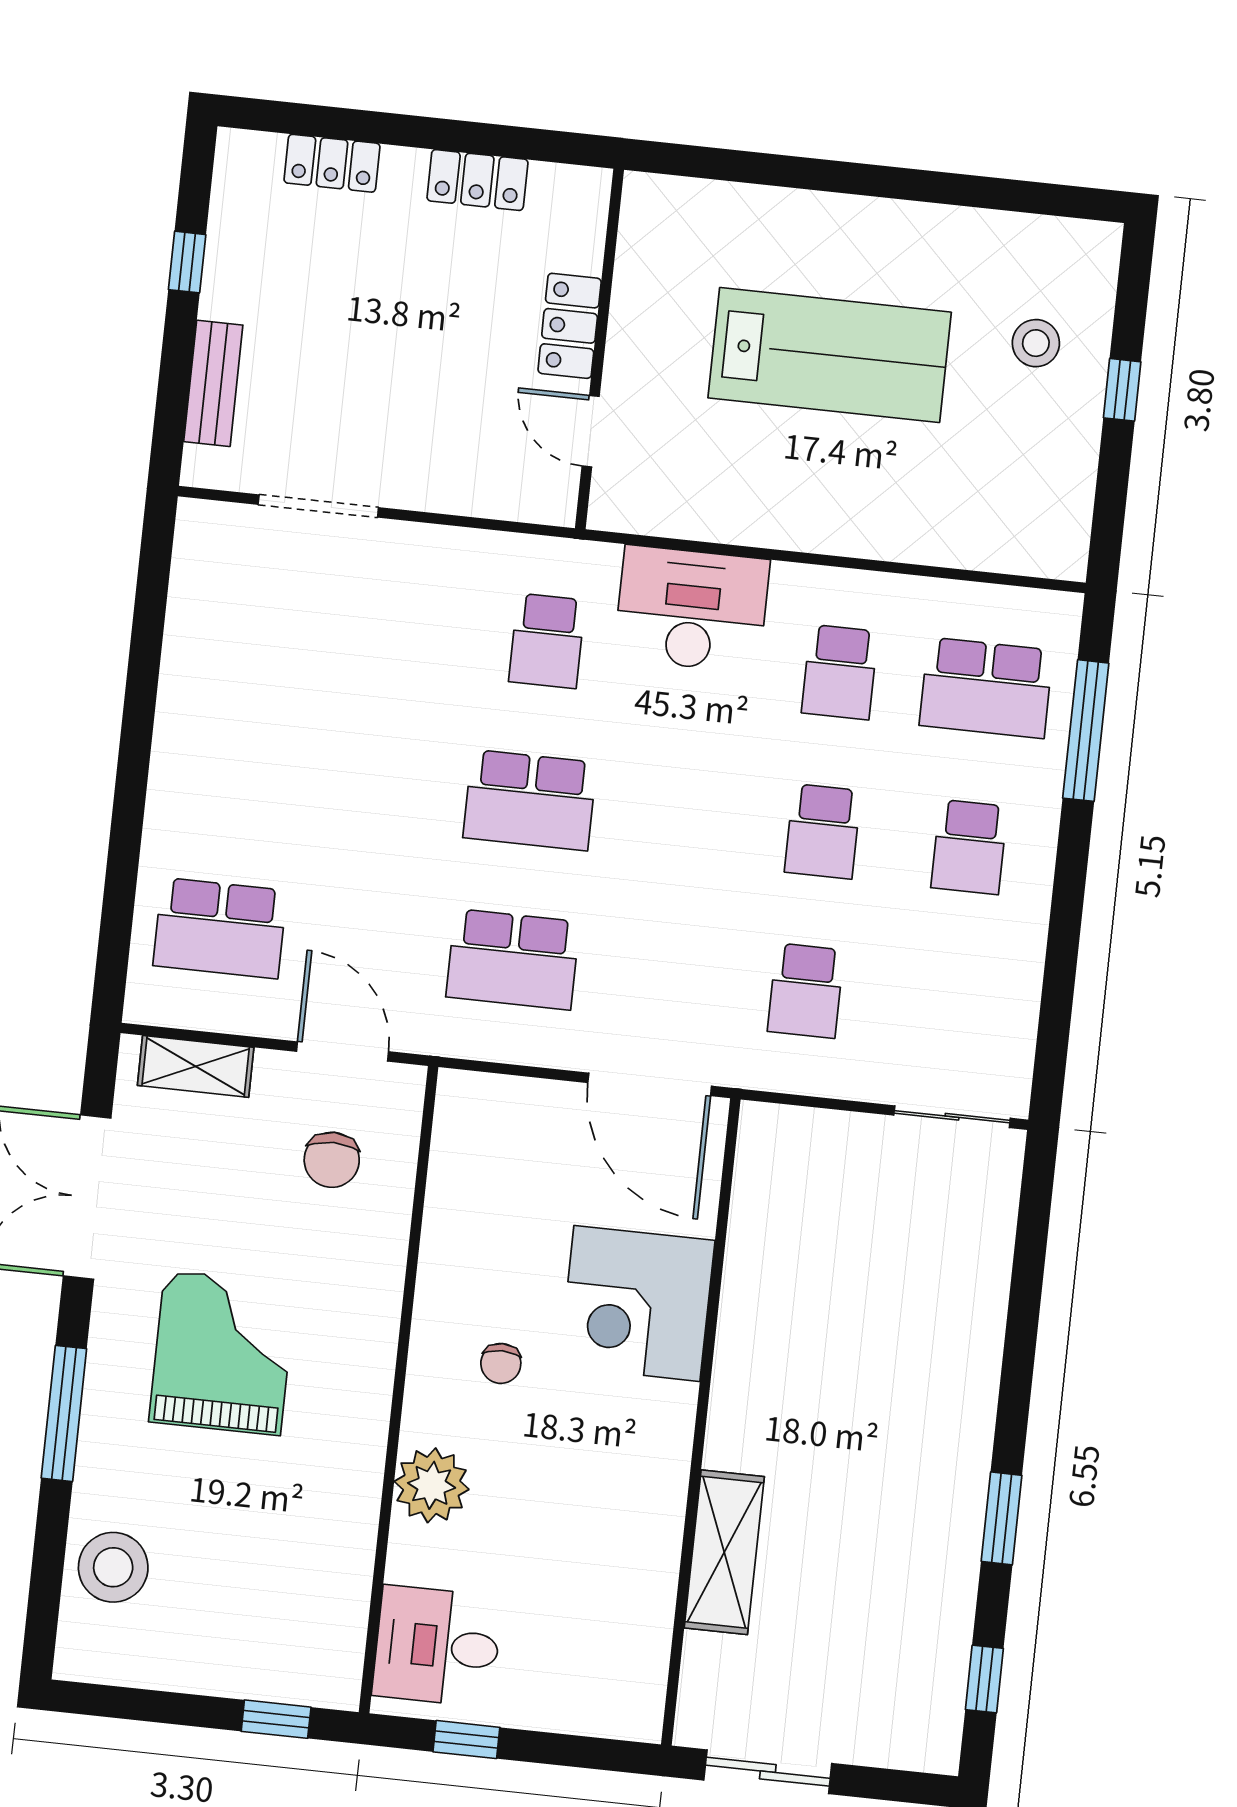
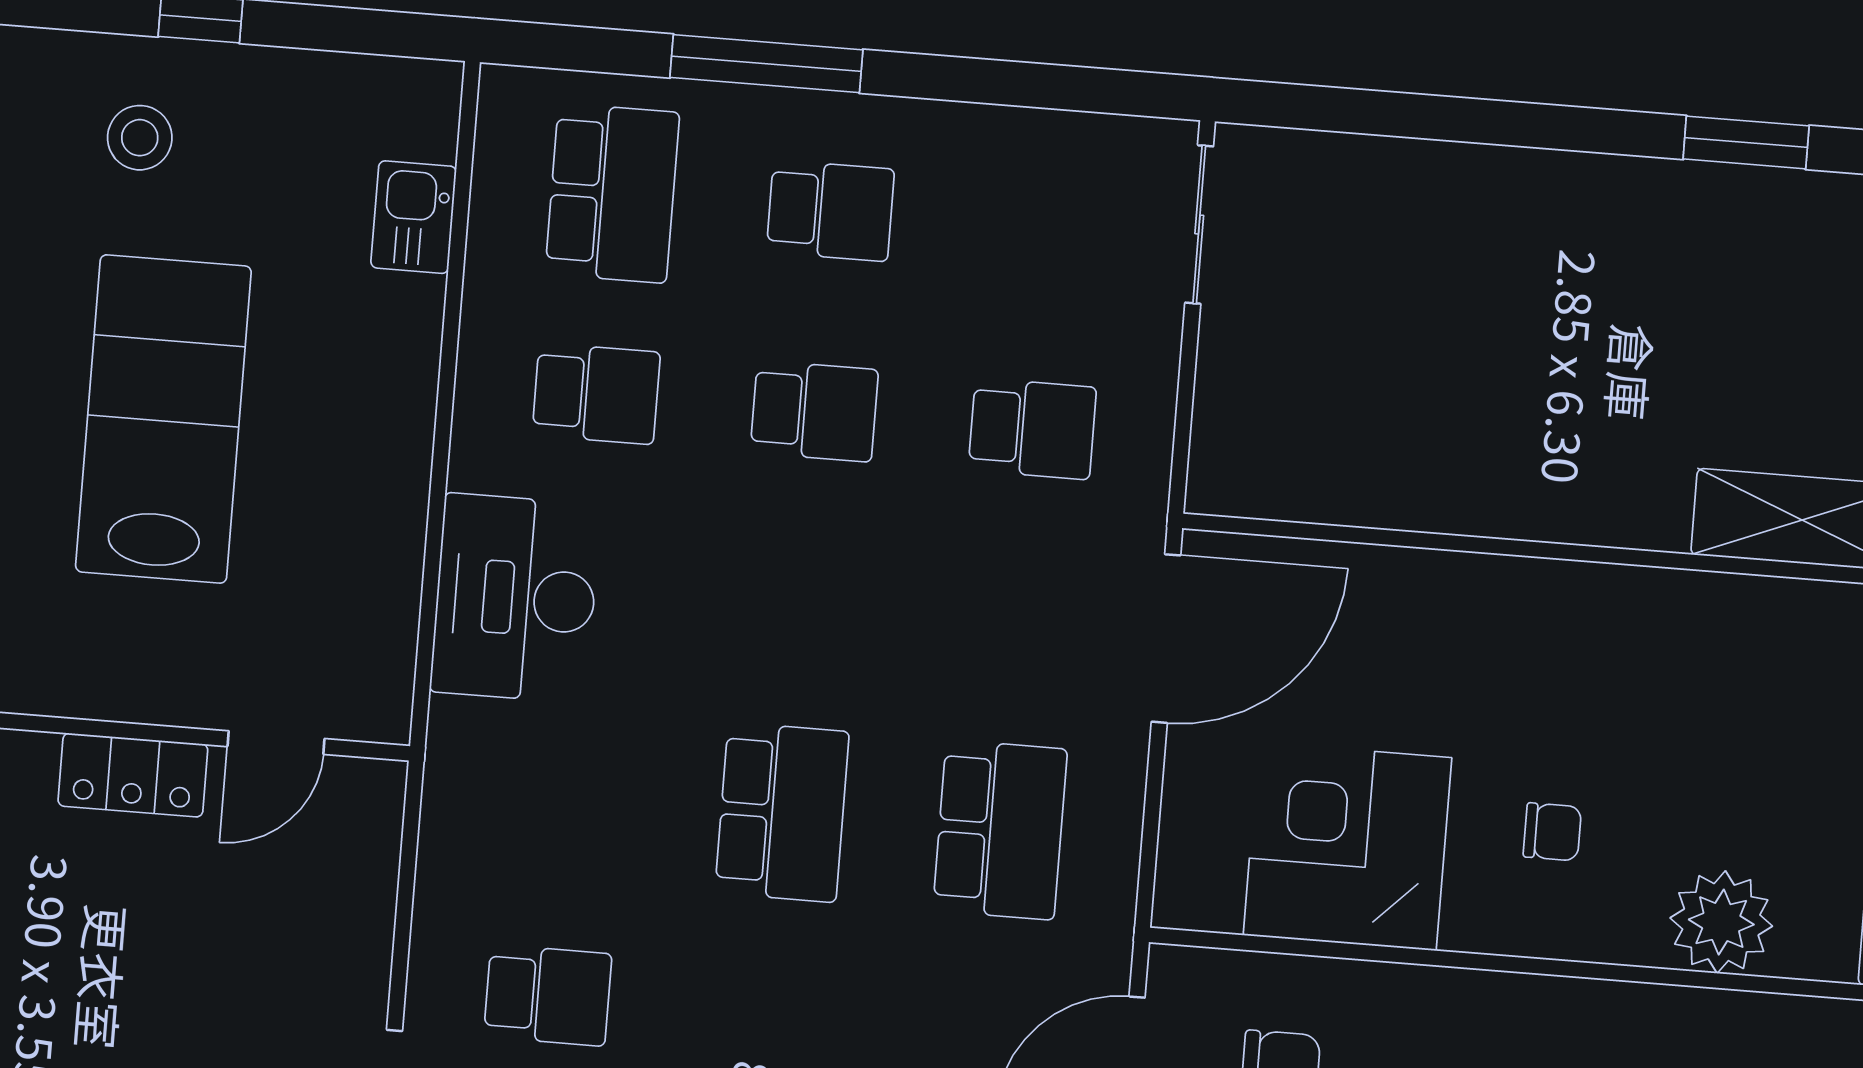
kitchen sink: (972, 542) -> (414, 217), added
school desk: (547, 641) -> (548, 995), moved
window: (1086, 731) -> (766, 64), moved
corner desk: (637, 1303) -> (1347, 846), moved, turned 180

